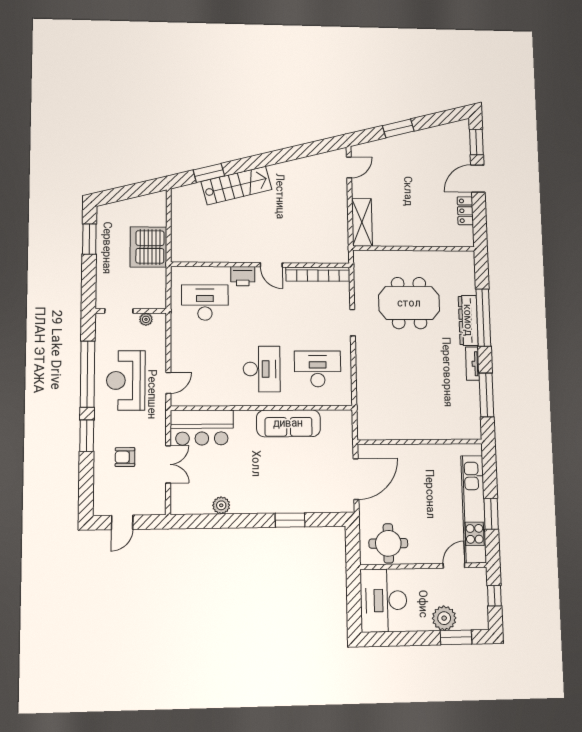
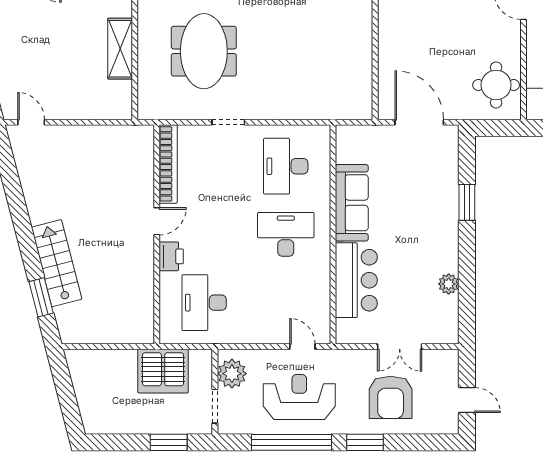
shelving: (362, 222) -> (120, 49), moved, turned 90
window: (89, 239) -> (169, 442), moved
server rack: (148, 247) -> (163, 371), moved
plant: (146, 319) -> (232, 374), width x1.88, depth x1.88
reception desk: (126, 380) -> (299, 397), turned 180
bar counter: (202, 428) -> (356, 280), moved
armchair: (125, 457) -> (391, 397), width x1.88, depth x1.88
double door: (168, 464) -> (400, 347), swing flipped

